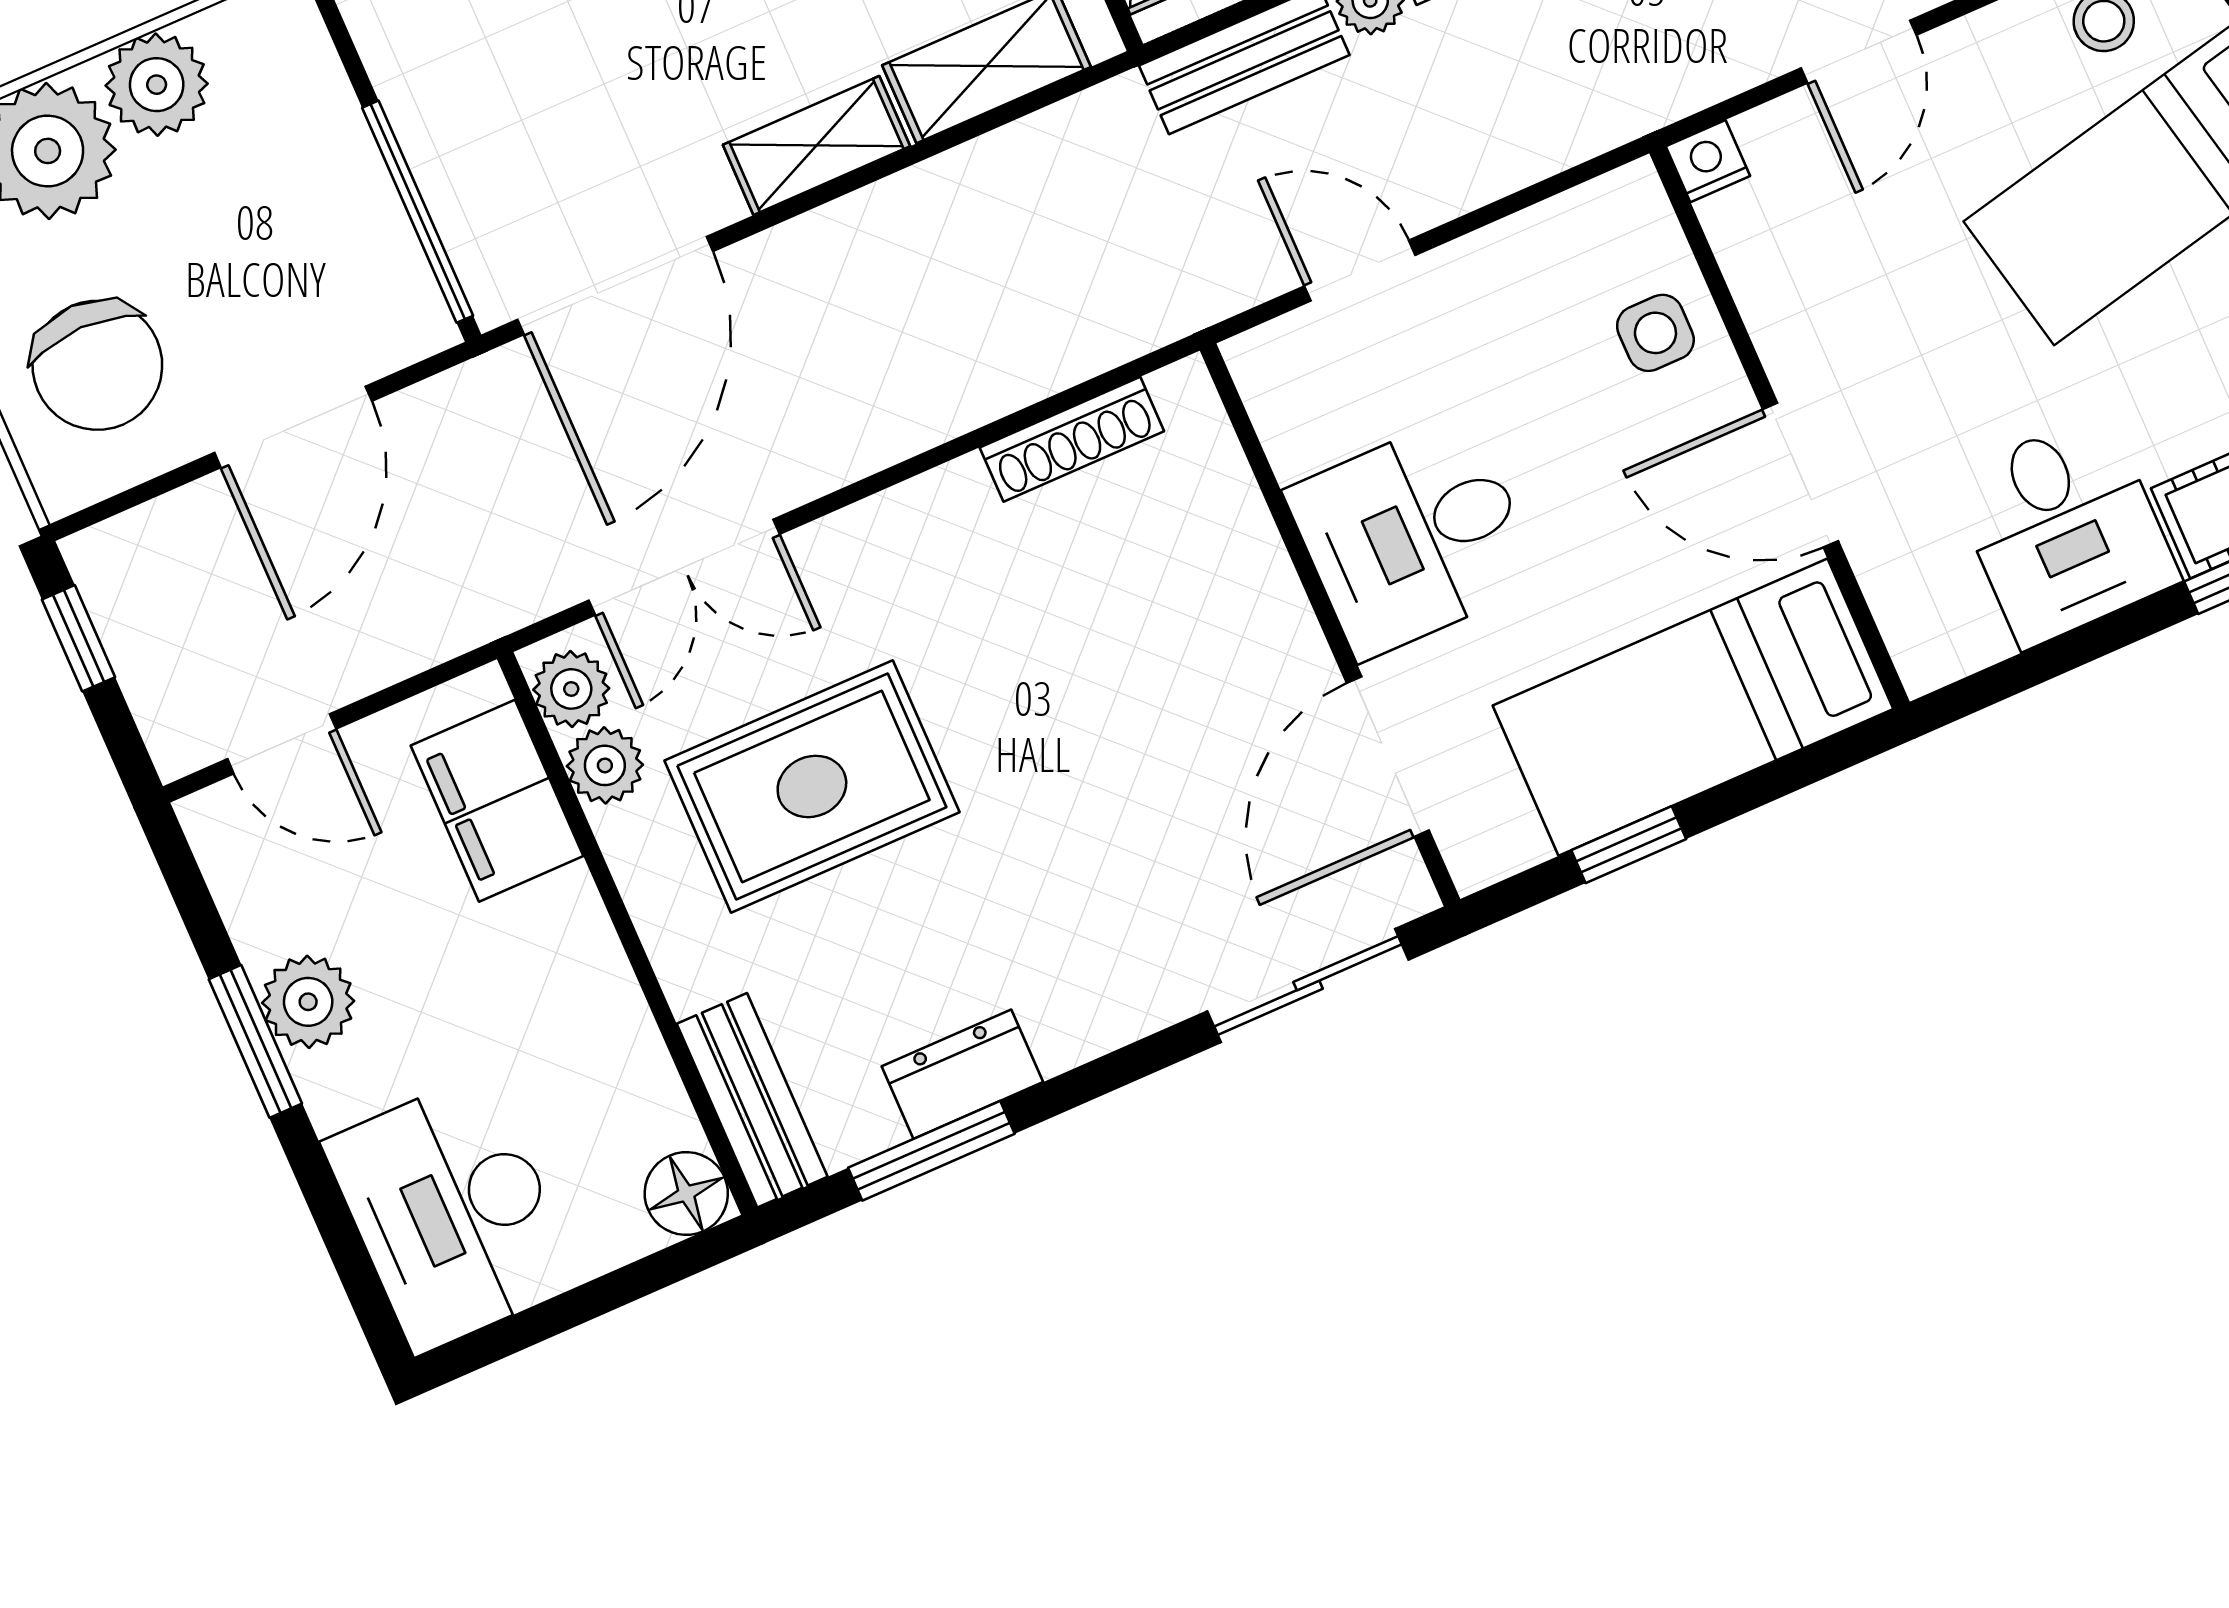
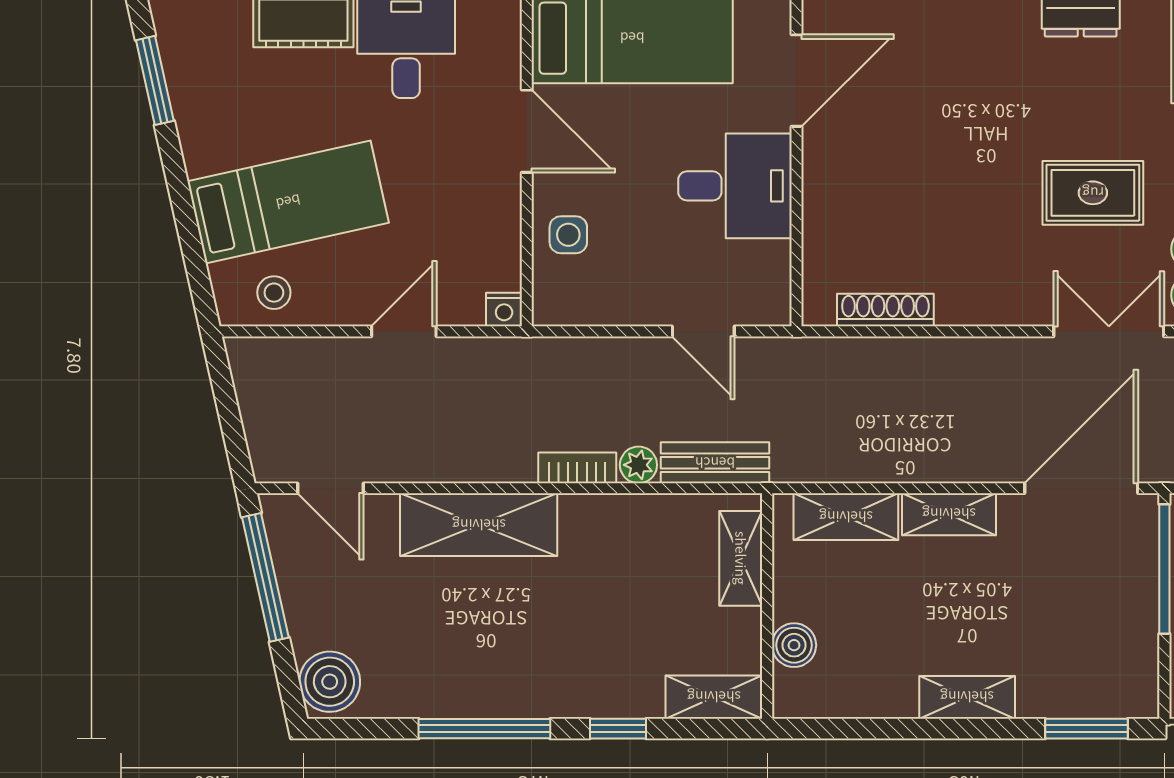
rug: (812, 786) -> (1093, 193), width x0.73, depth x0.70

